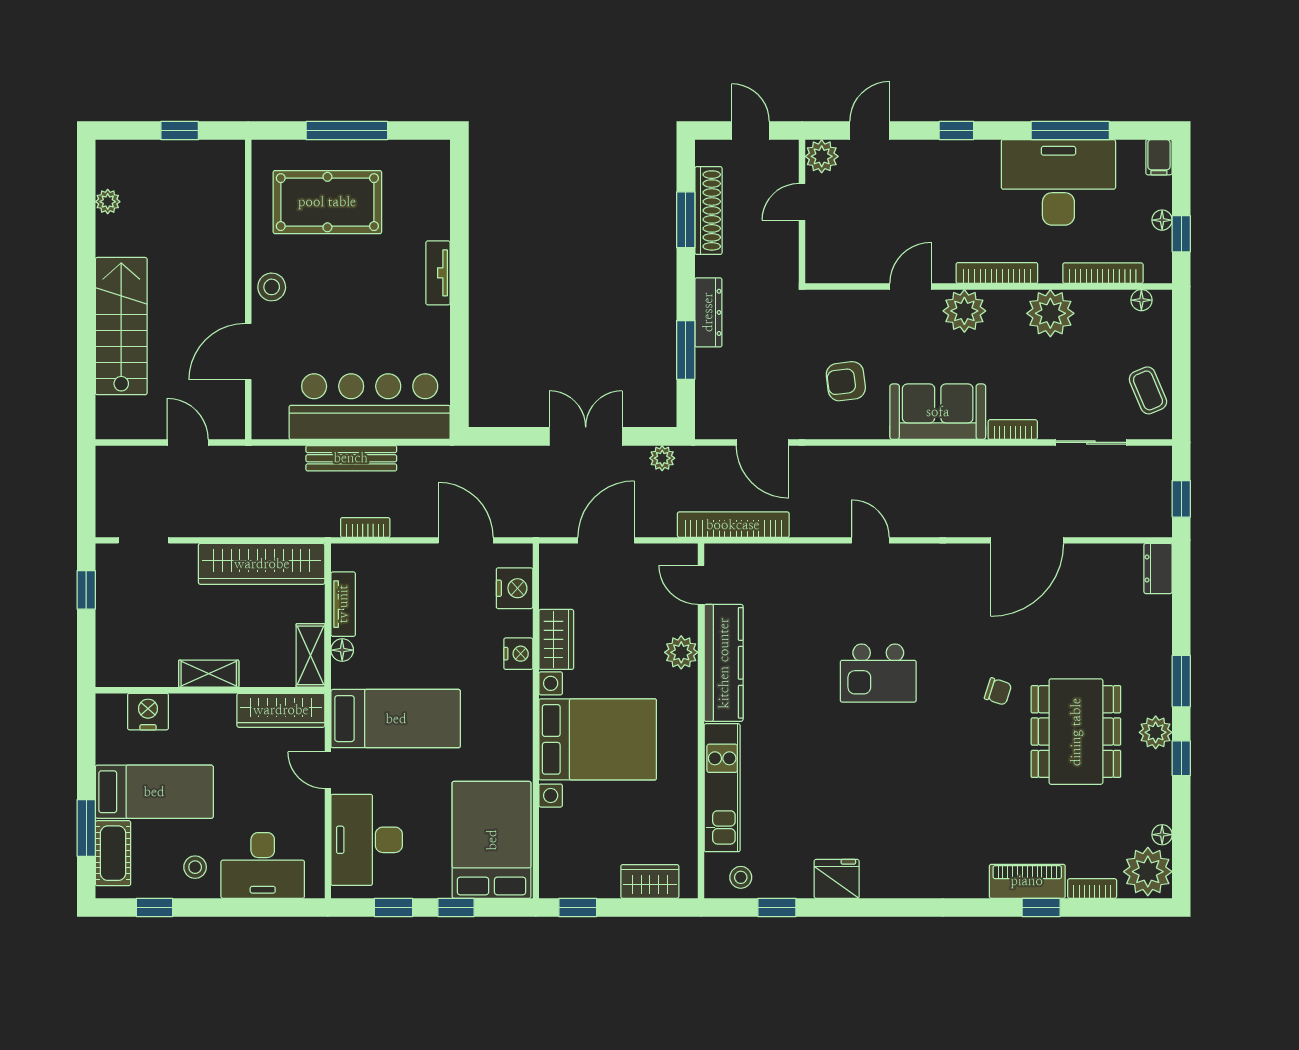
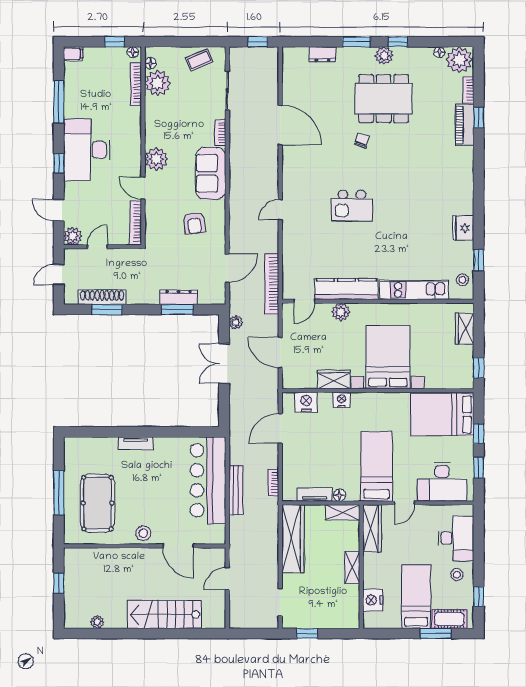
desk: (1058, 182) -> (87, 150), moved
door: (802, 202) -> (97, 247), swing flipped
floor lamp: (1162, 220) -> (133, 52), moved
bookcase: (997, 273) -> (136, 223), moved
dresser: (708, 312) -> (179, 297), moved
plant: (1050, 313) -> (158, 83), moved
dresser: (1158, 568) -> (323, 54), moved
kitchen island: (878, 673) -> (352, 205), turned 90

